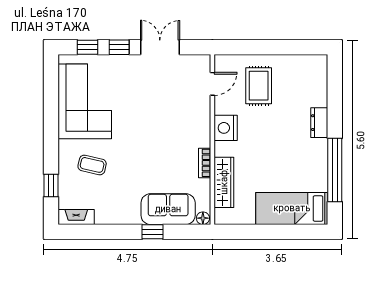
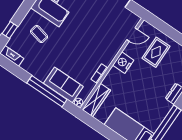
wardrobe: (224, 182) -> (96, 100), moved
window: (153, 232) -> (47, 91), width x3.17

